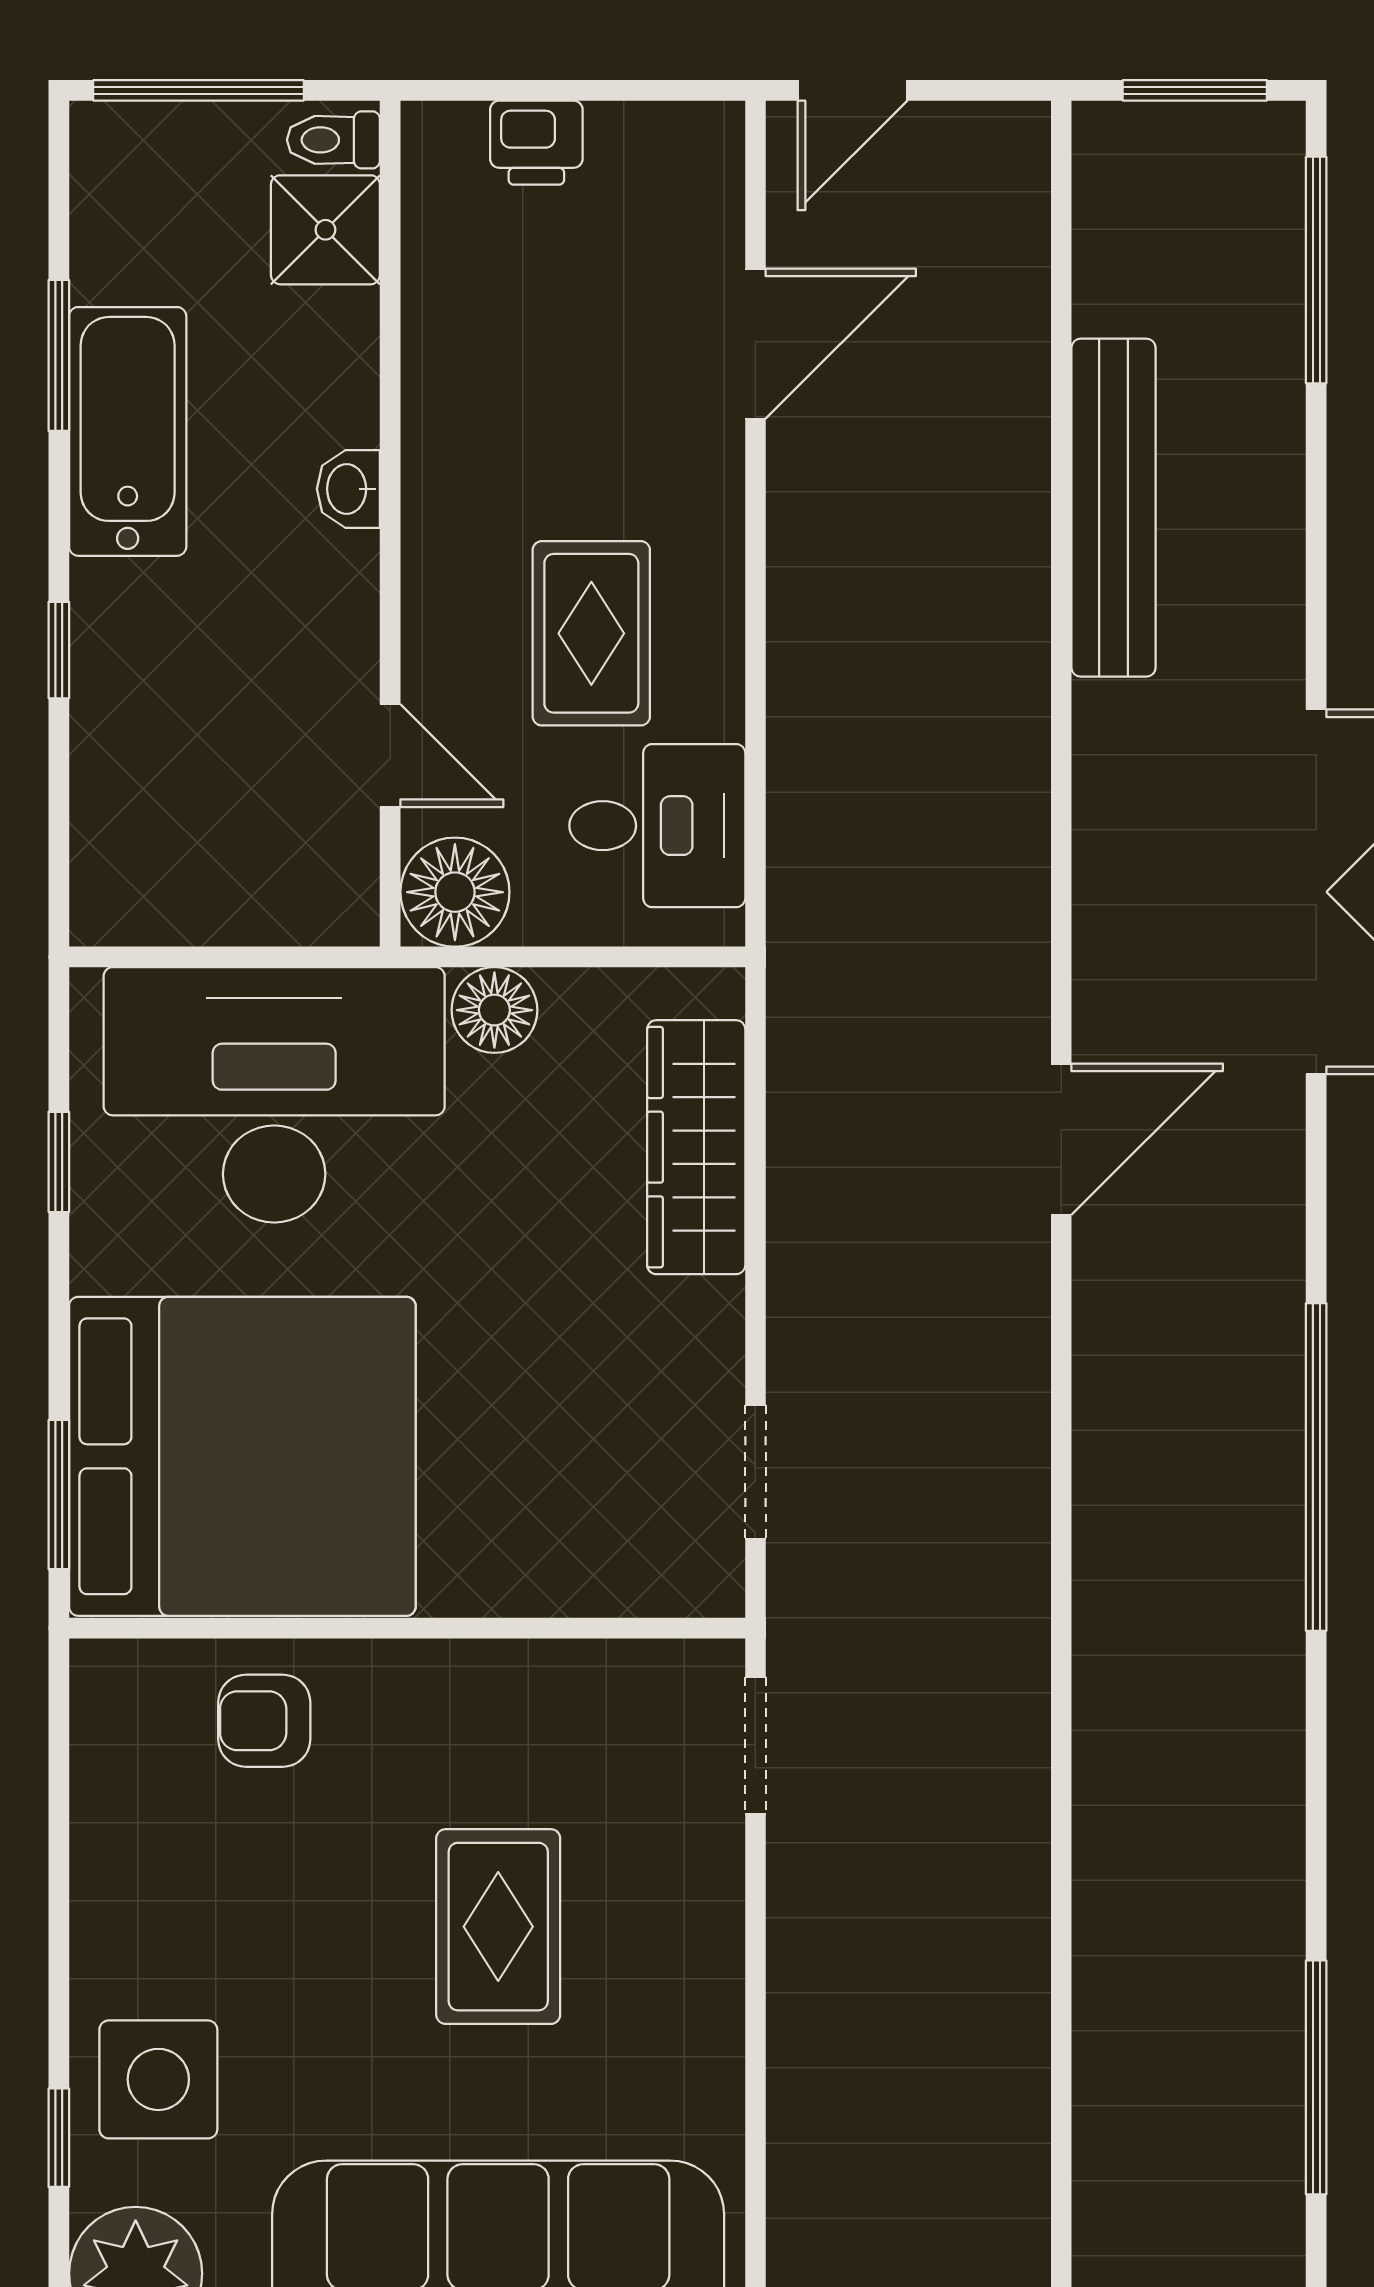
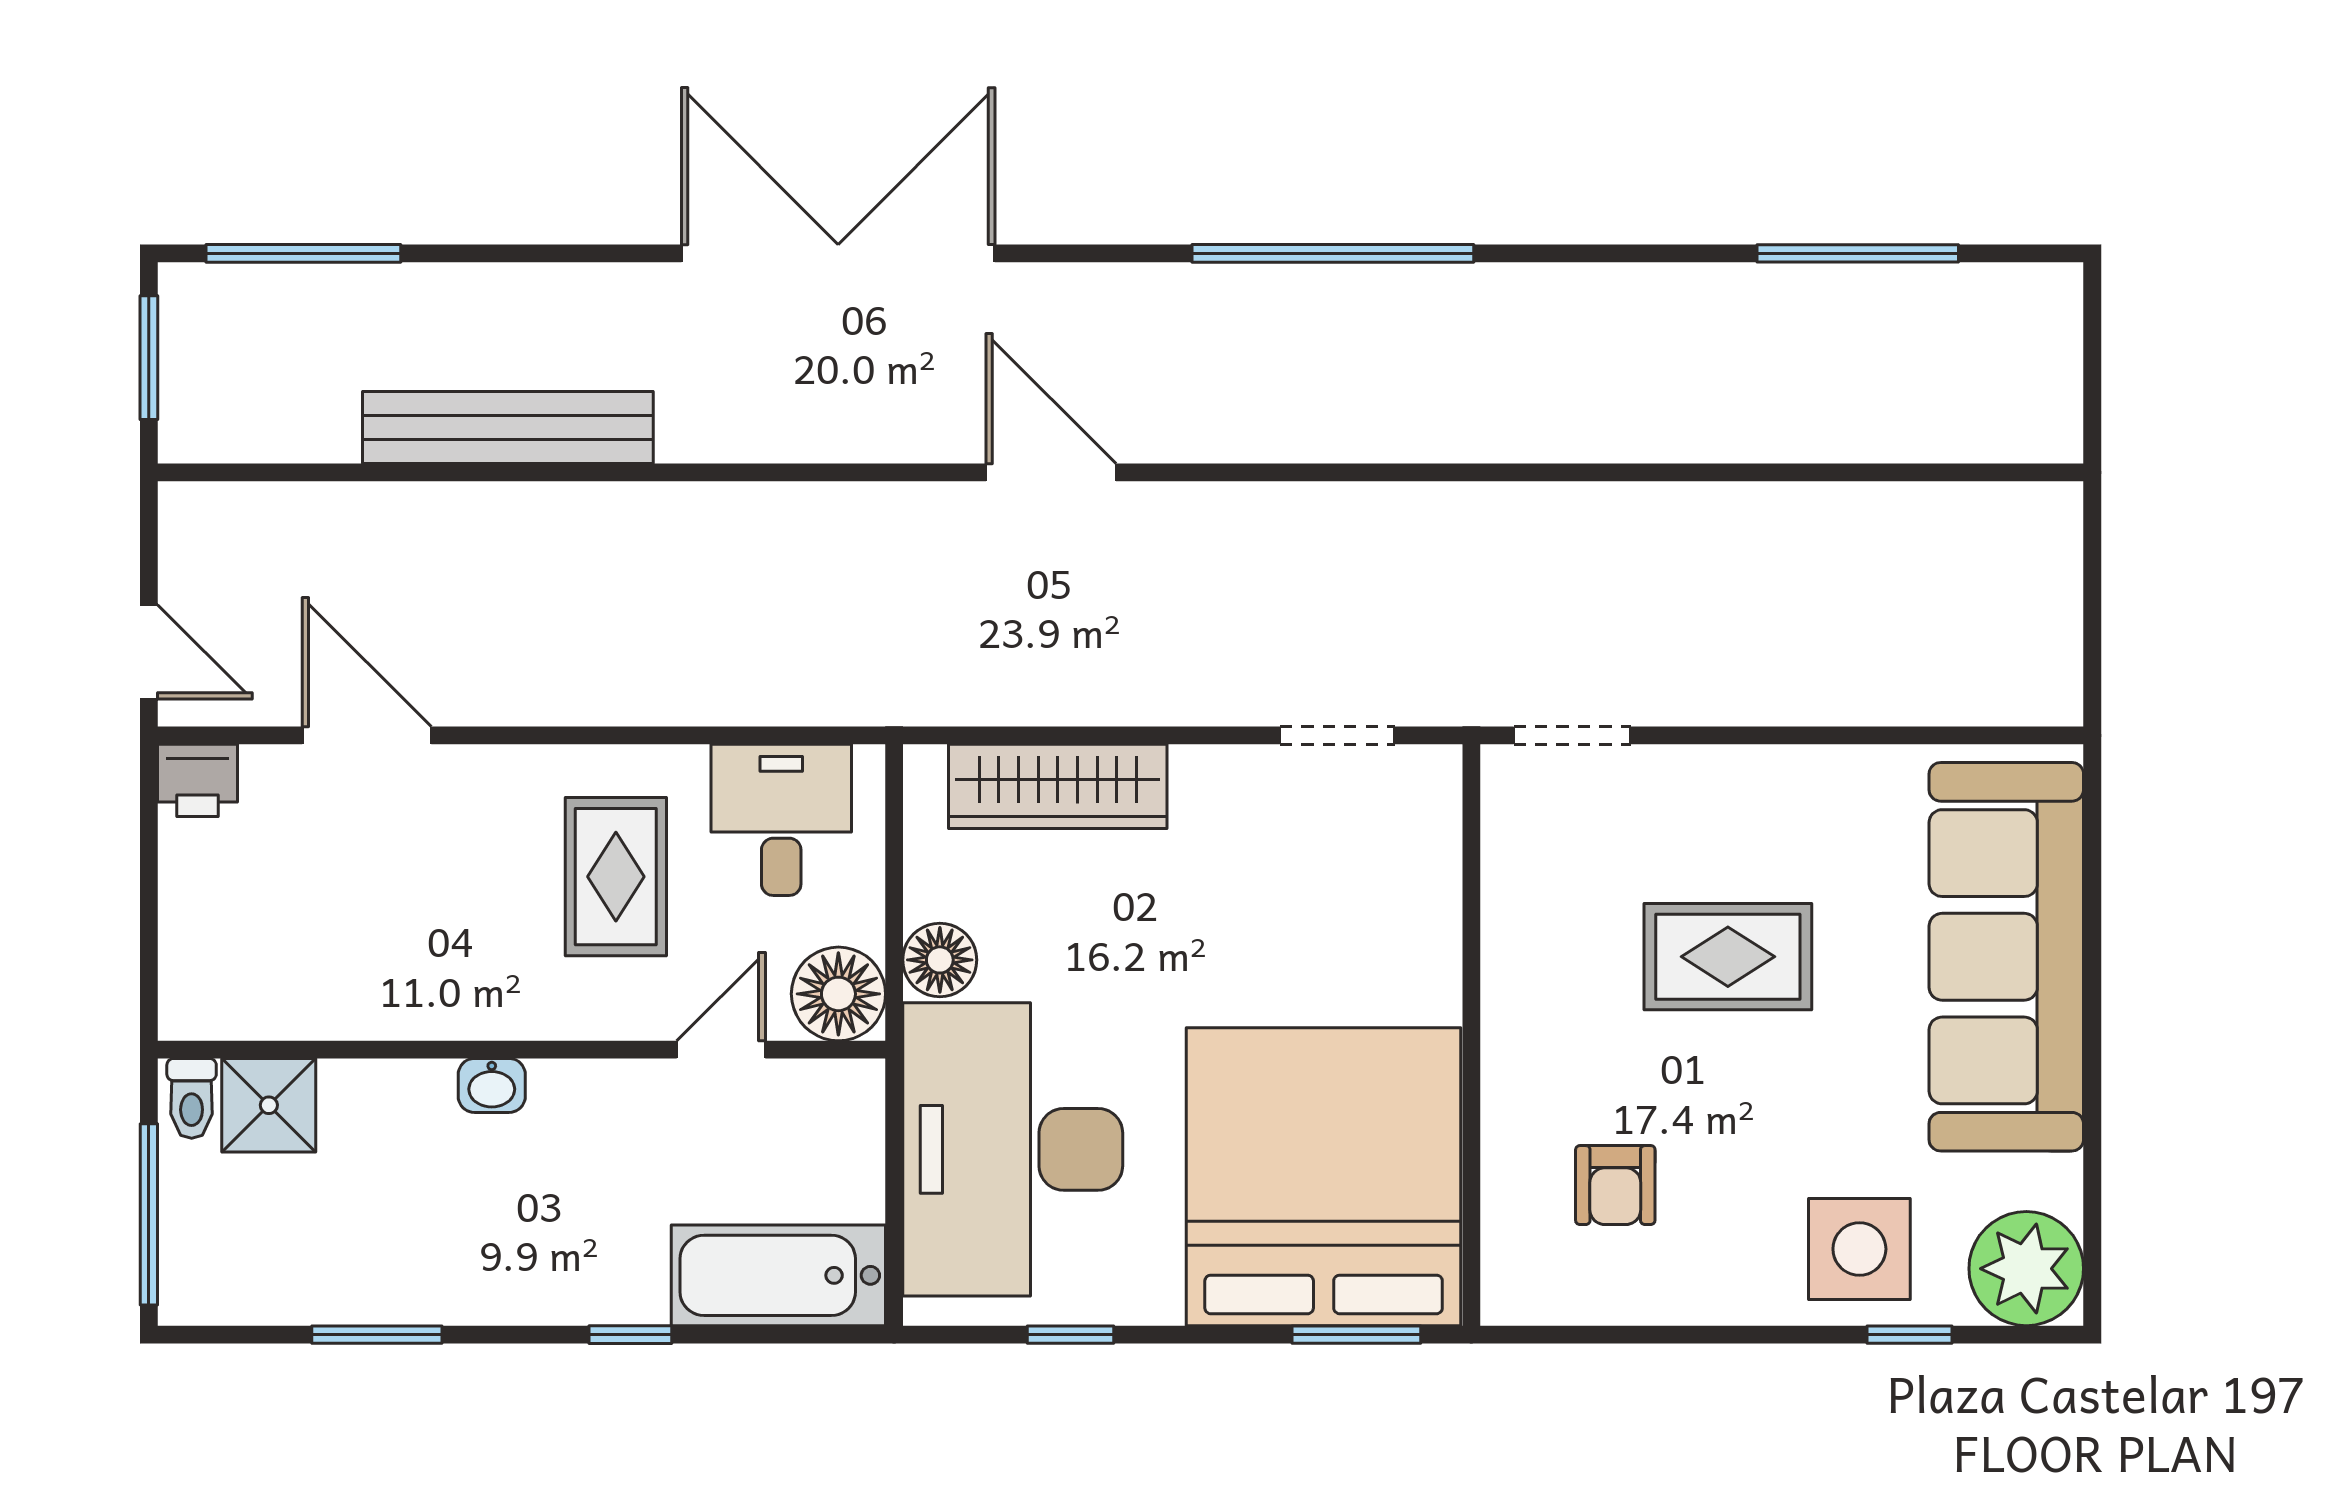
printer: (536, 143) -> (198, 780), moved, turned 90
bathtub: (128, 431) -> (778, 1275), moved
rug: (591, 633) -> (616, 877), turned 90
armchair: (264, 1721) -> (1615, 1185), moved

